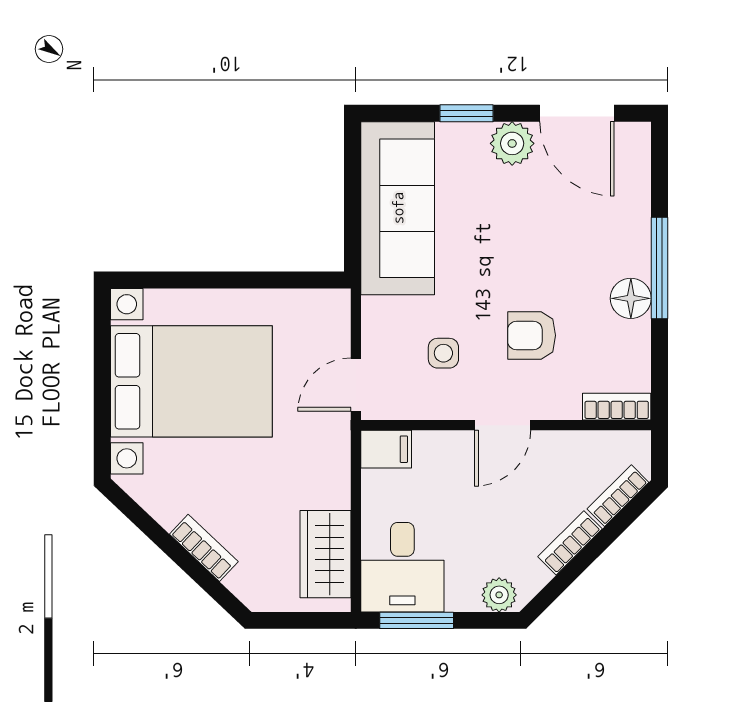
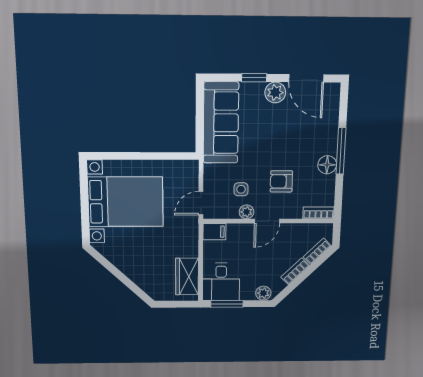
plant: (457, 404) -> (246, 212), added
bookcase: (204, 548) -> (133, 274), removed

